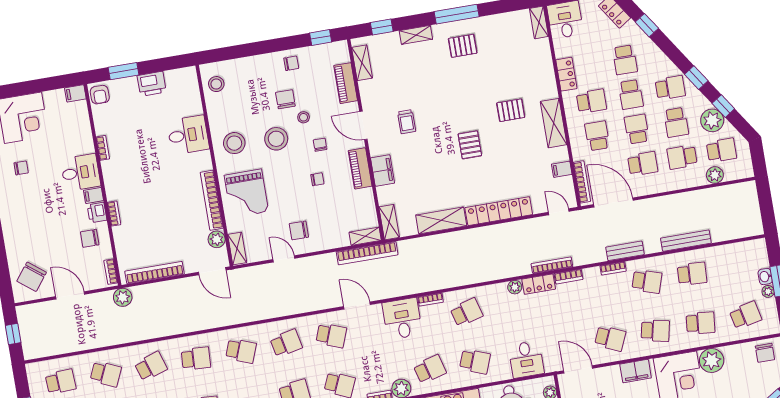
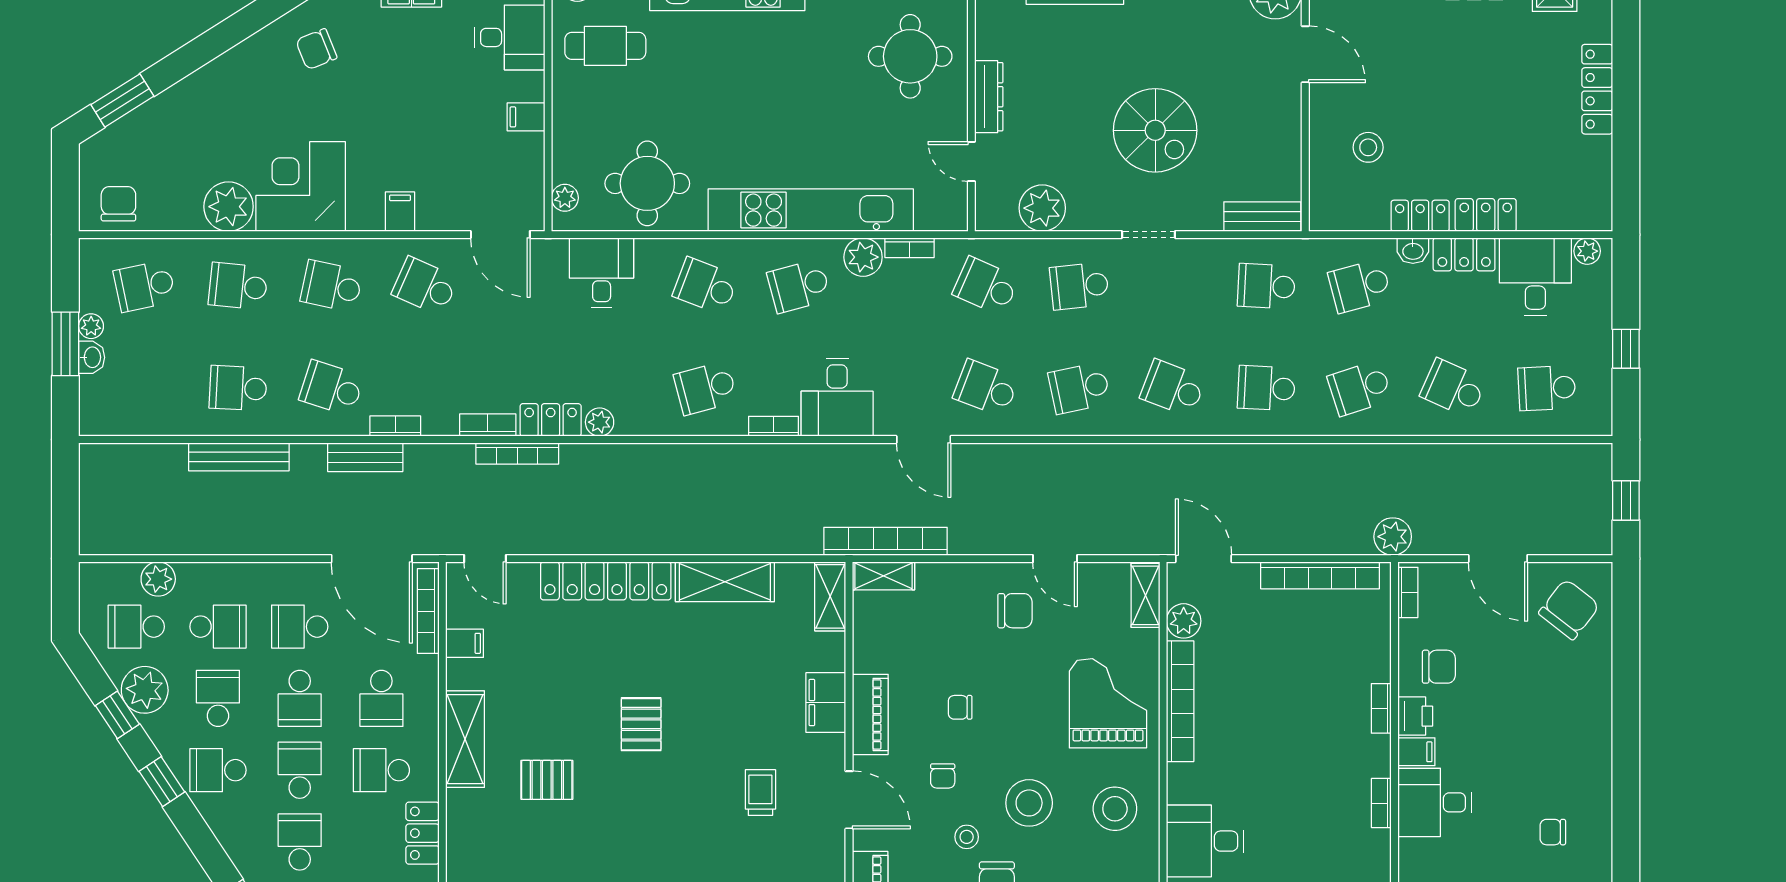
bookcase: (103, 148) -> (1381, 803), moved
filing cabinet: (636, 371) -> (400, 212), width x0.50

